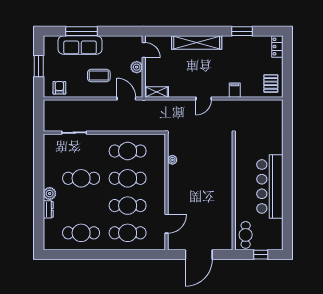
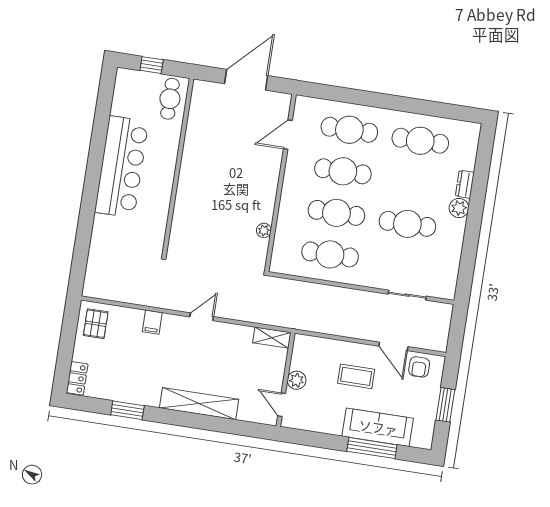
door: (126, 98) -> (393, 346), moved

